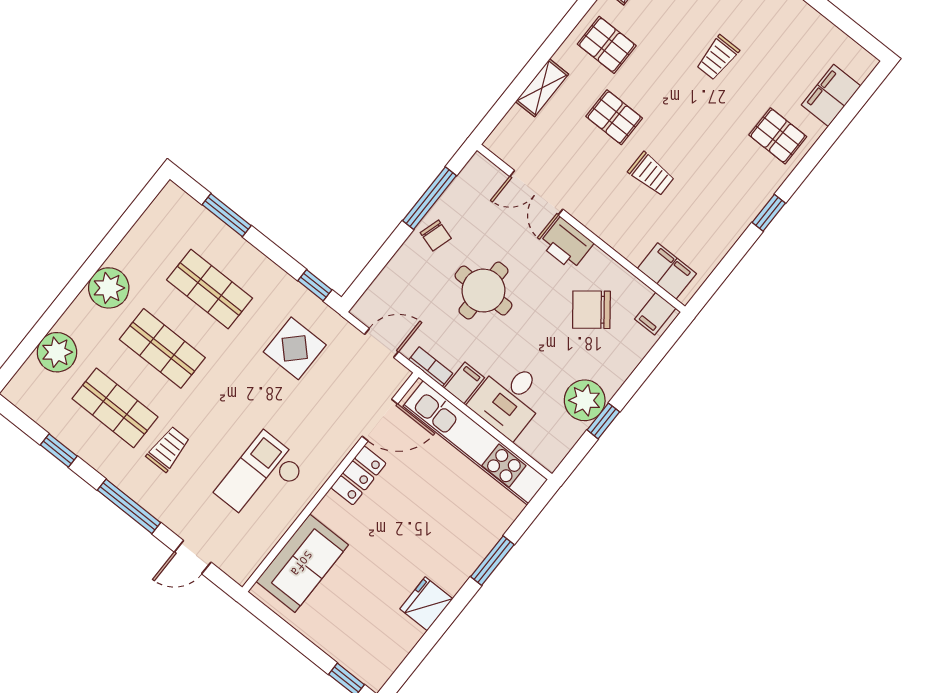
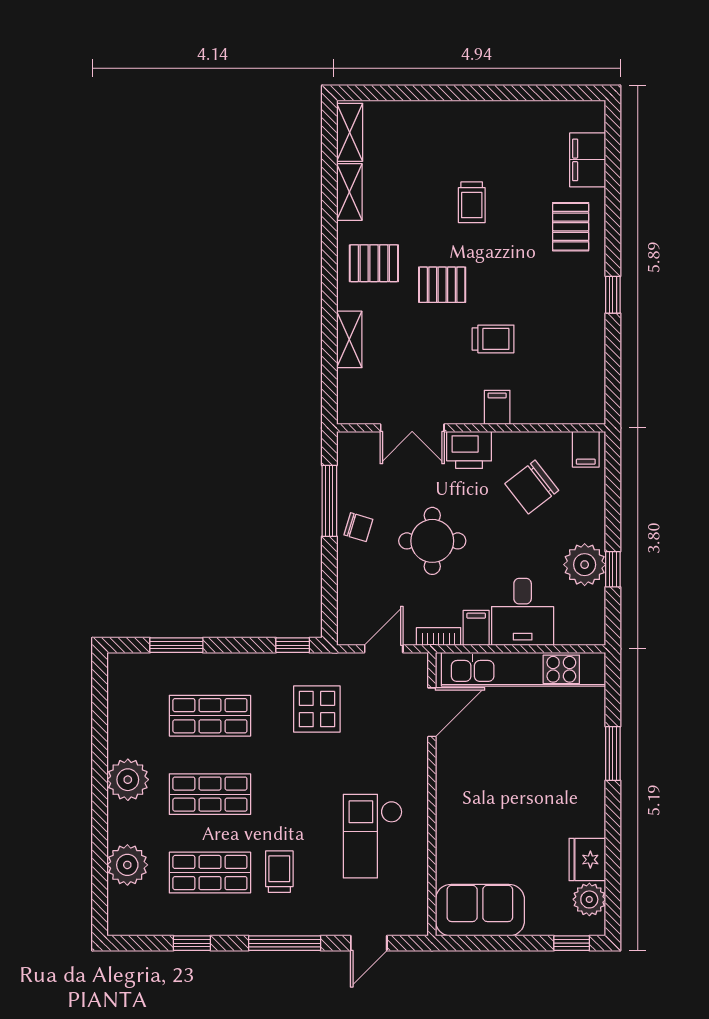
pallet: (614, 117) -> (442, 285), moved
pallet: (778, 136) -> (571, 227), turned 90
filing cabinet: (667, 271) -> (497, 407), moved, width x0.50
locker: (359, 475) -> (450, 771), removed
sofa: (302, 563) -> (480, 910), moved, turned -90
fridge: (426, 604) -> (587, 860), moved
plant: (386, 657) -> (589, 899), added

